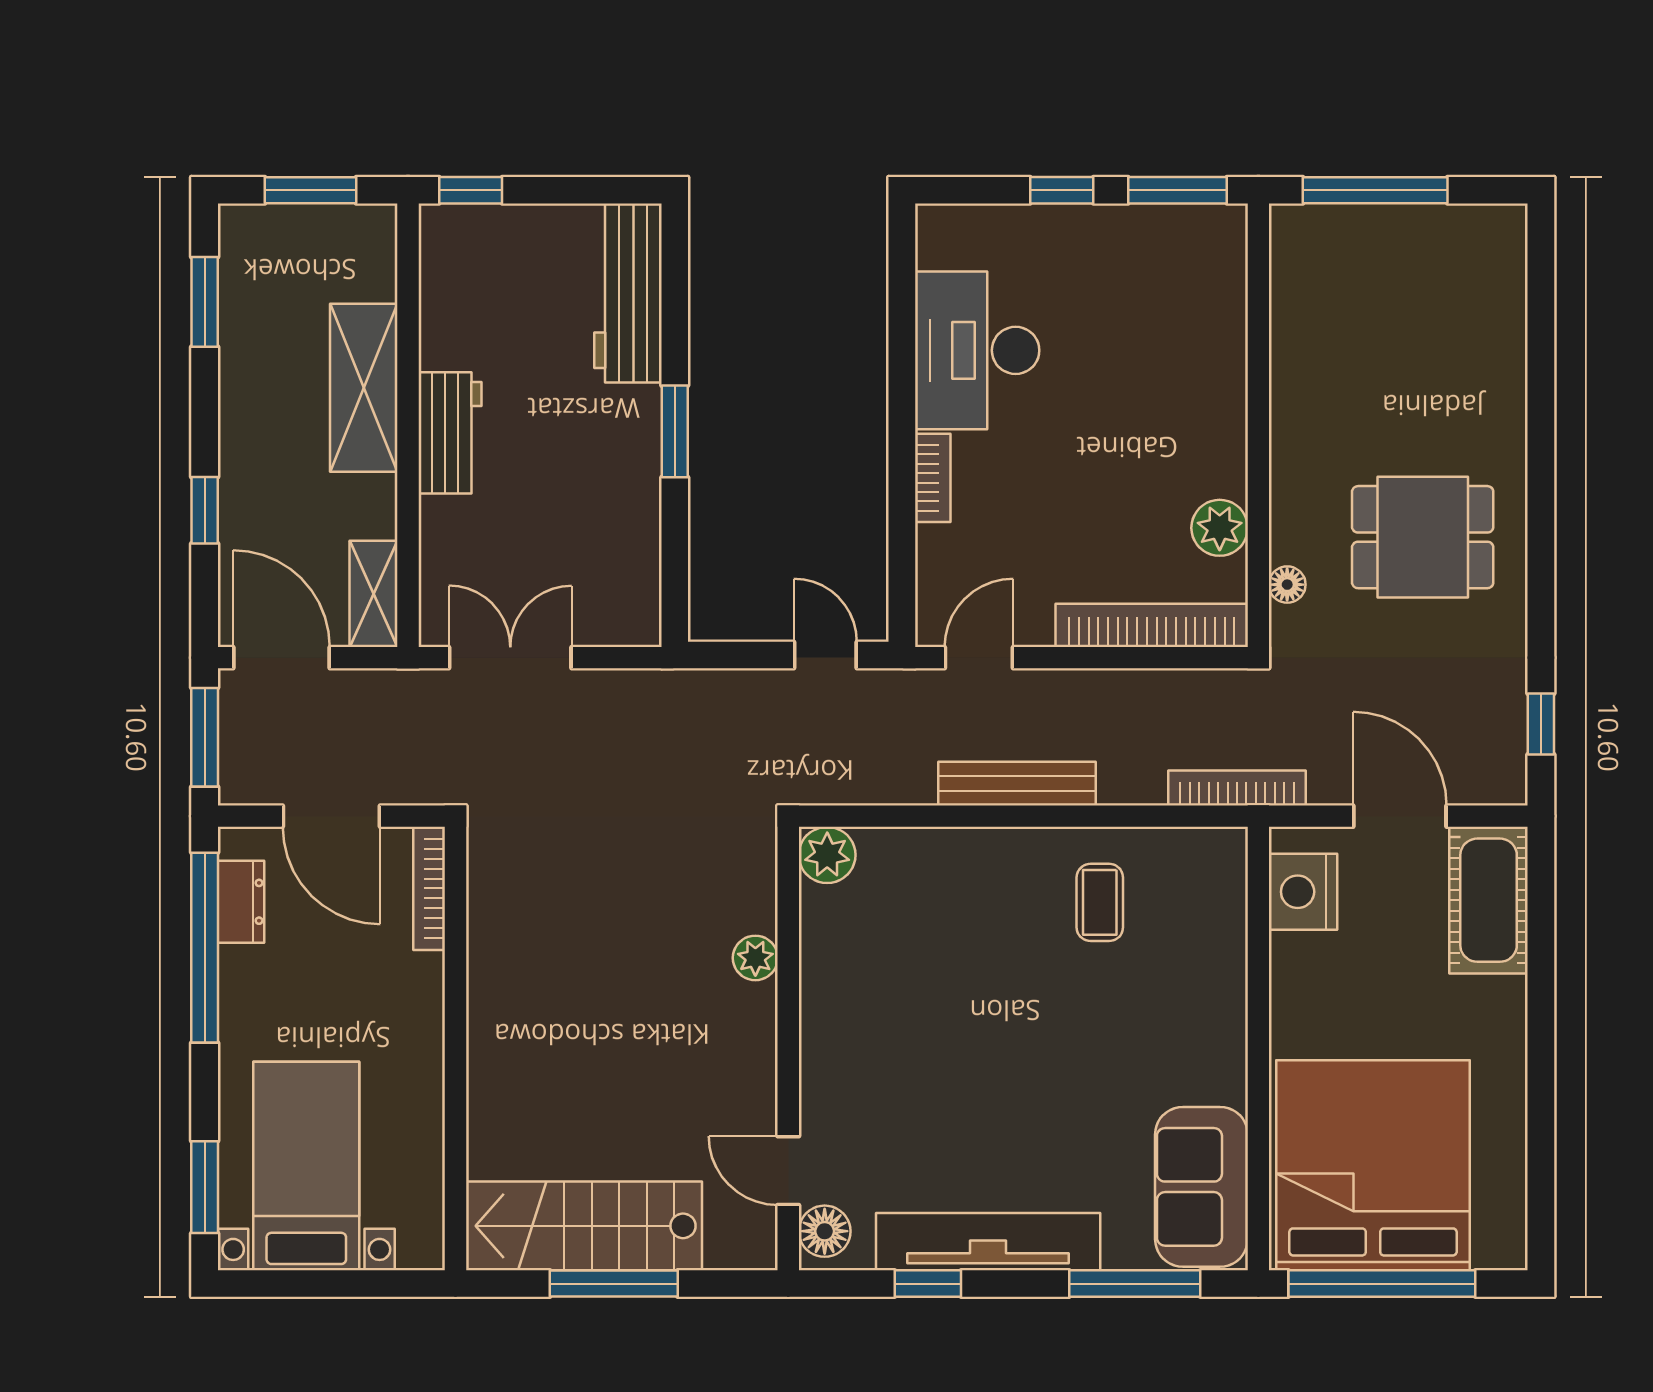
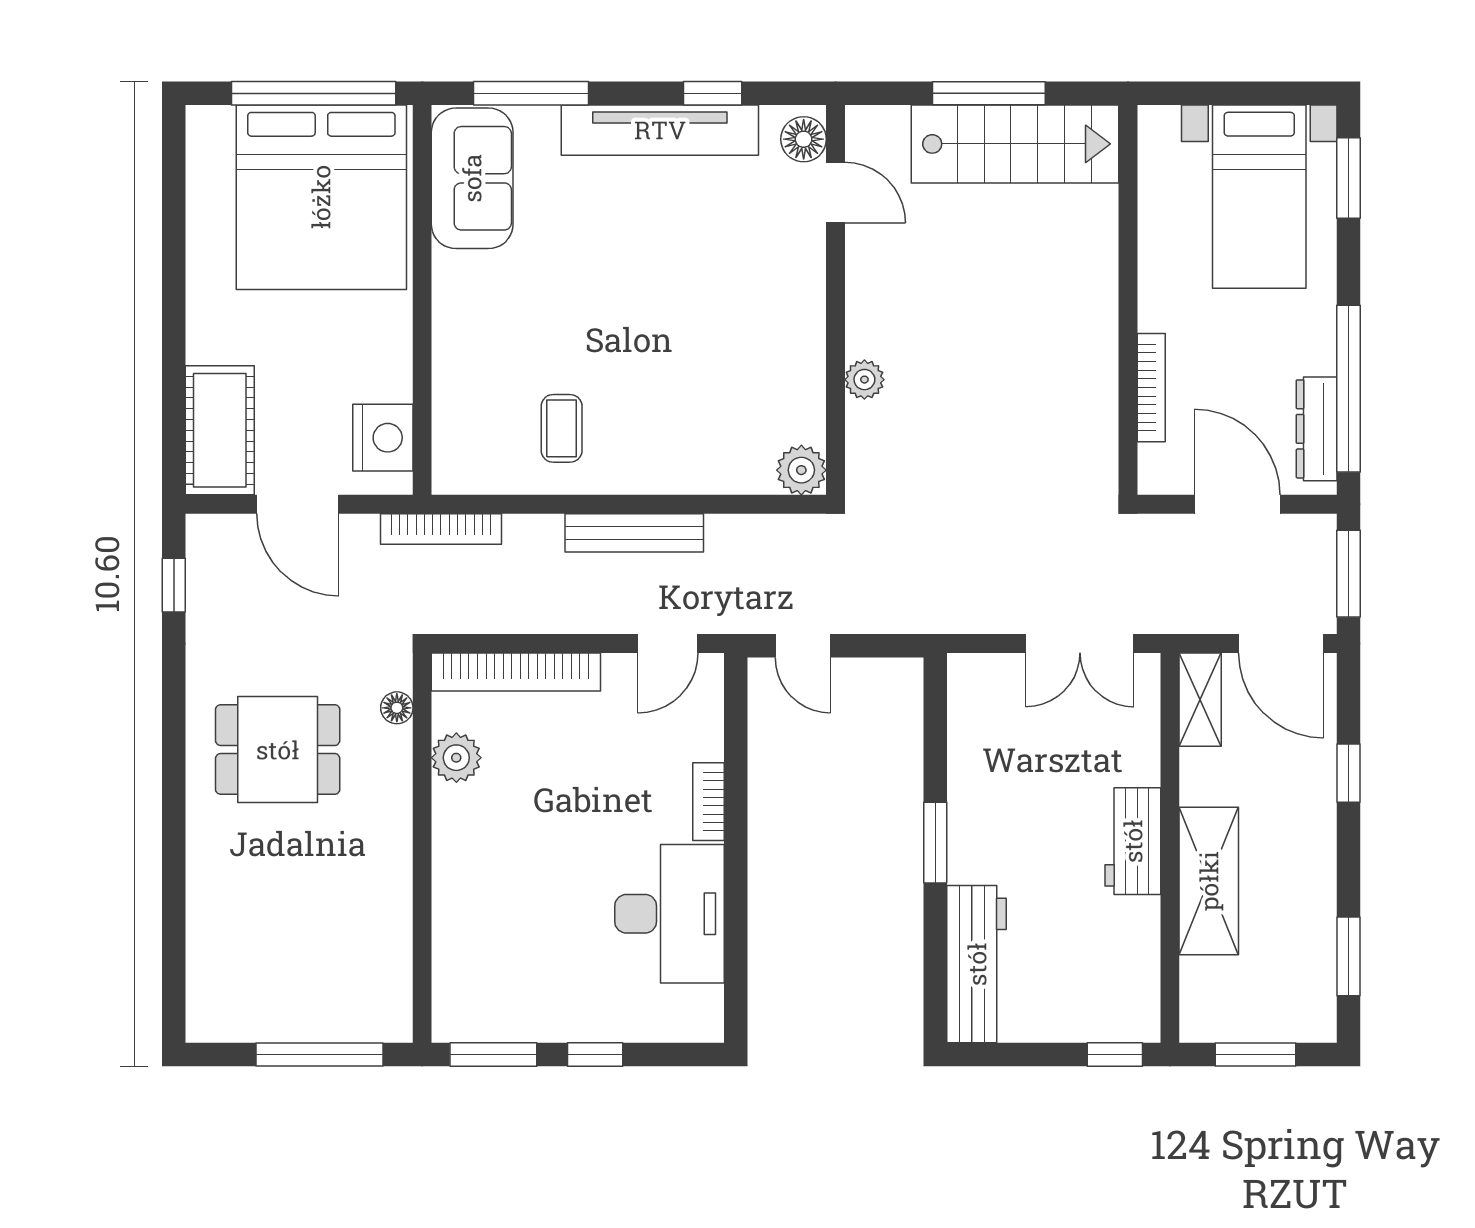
bookcase: (429, 888) -> (1151, 388), moved
dresser: (241, 902) -> (1317, 429), width x1.44

